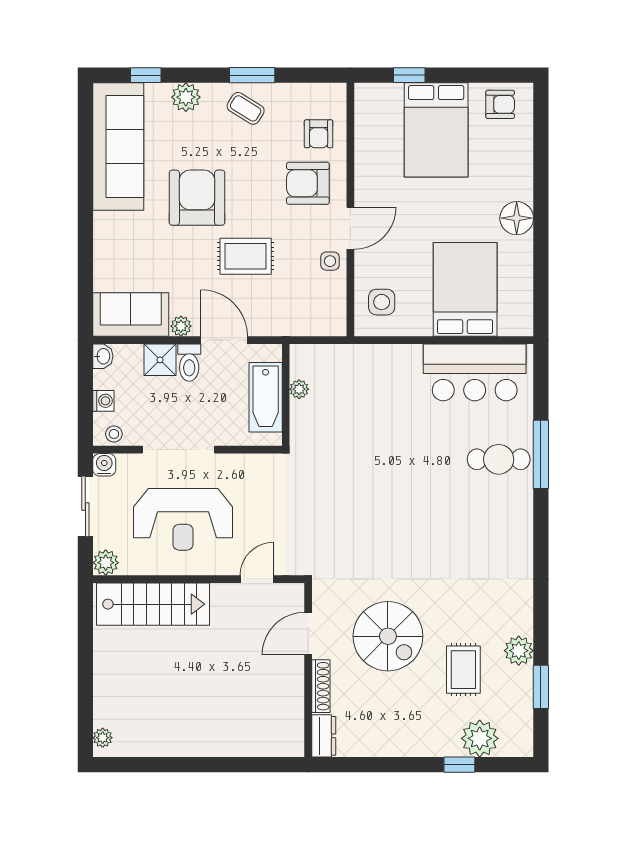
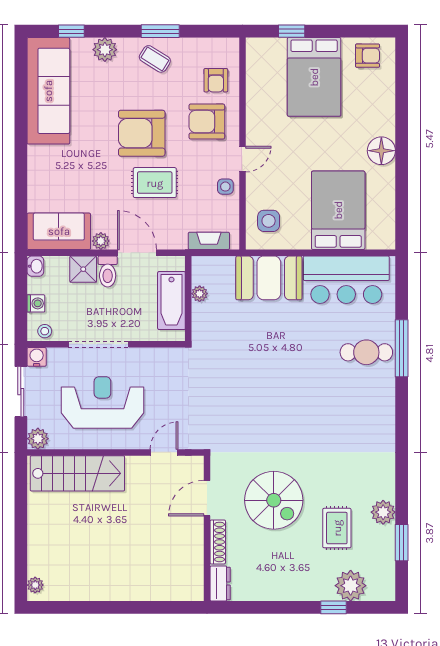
armchair: (197, 198) -> (142, 133), moved, turned -90
door: (350, 228) -> (242, 159), width x0.73
fireplace: (310, 326) -> (209, 241), added
booth: (382, 370) -> (269, 278), added
reception desk: (183, 519) -> (102, 402), turned 180

